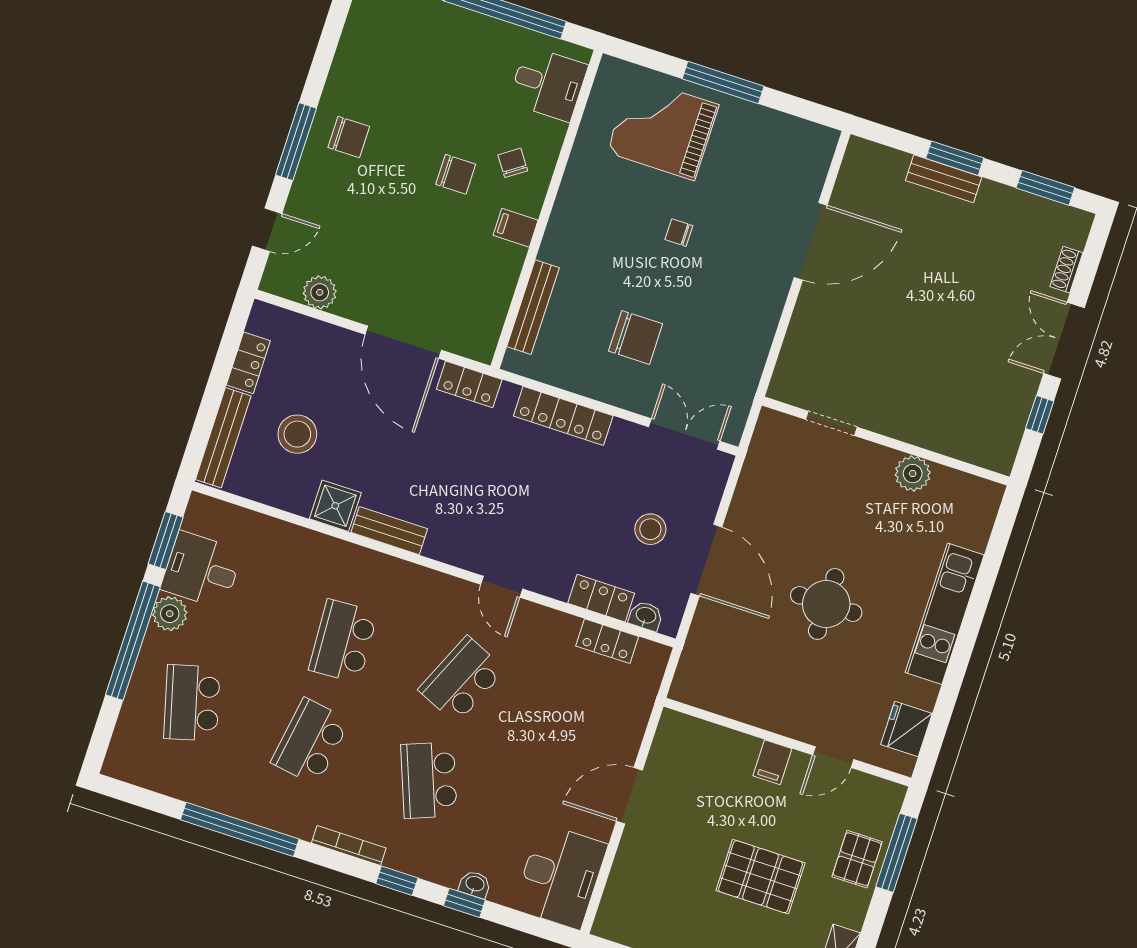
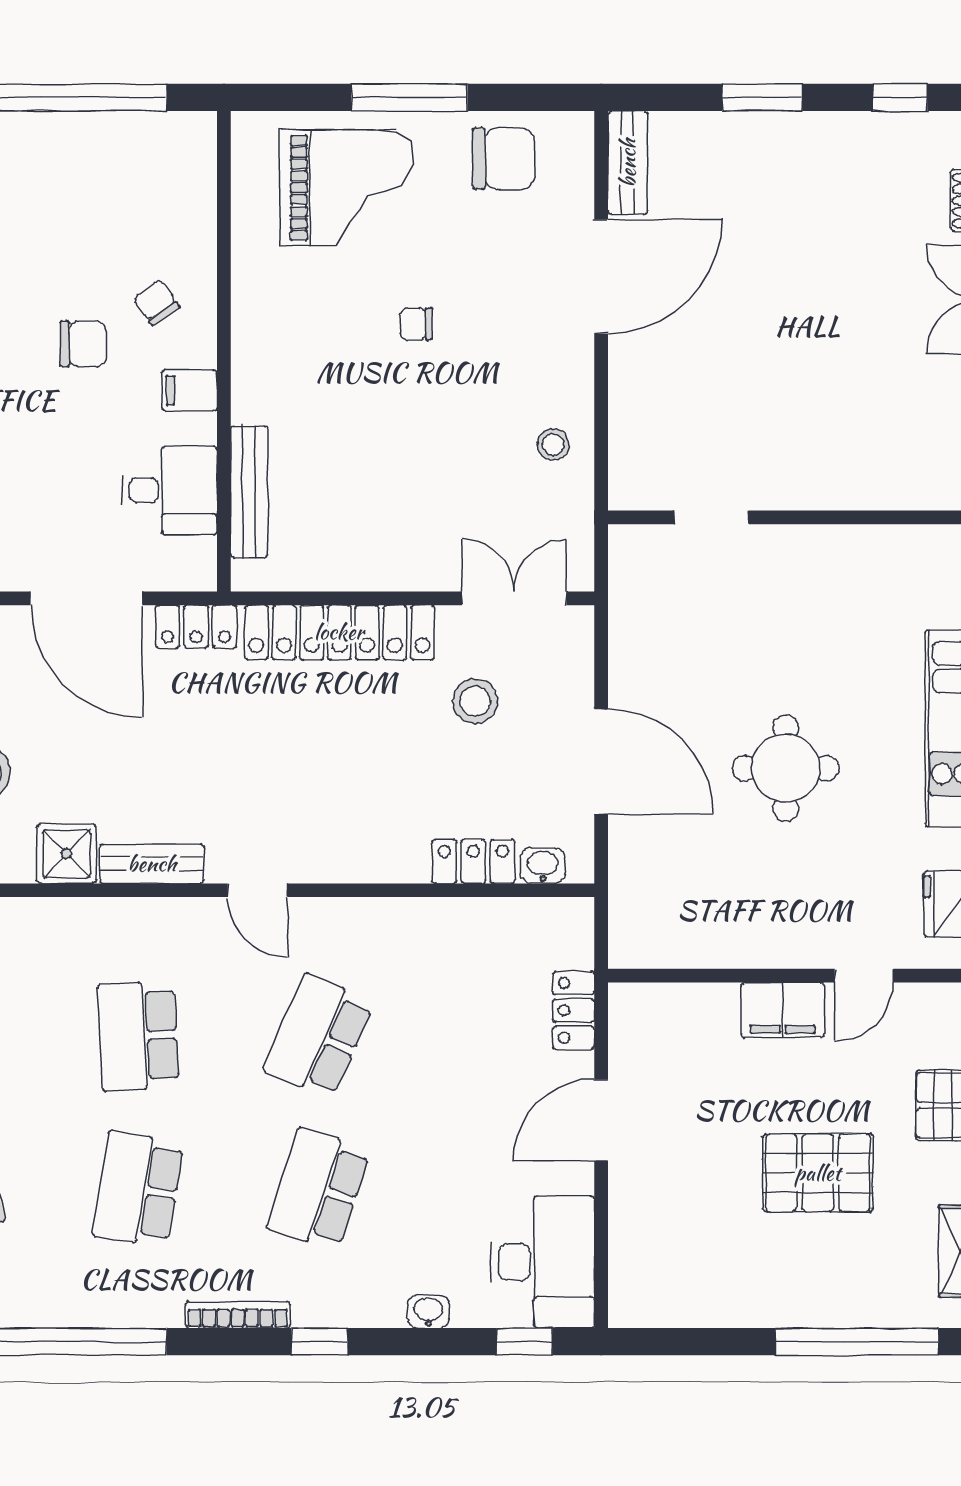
desk: (548, 84) -> (169, 490), moved
grand piano: (663, 129) -> (347, 188), turned 180
bench: (944, 179) -> (628, 163), moved, turned 90
window: (1045, 188) -> (900, 97), width x0.67
chair: (636, 337) -> (504, 159), moved
stool: (743, 341) -> (553, 444), added
locker: (563, 416) -> (339, 632), width x1.41, depth x1.21
plant: (913, 474) -> (846, 550), removed
stool: (650, 529) -> (475, 701), moved
door: (502, 587) -> (258, 890), moved
locker: (607, 641) -> (574, 1010), moved, turned 90
filing cabinet: (772, 762) -> (783, 1010), width x2.00
school desk: (429, 780) -> (318, 1189), turned 39
window: (464, 903) -> (524, 1342), moved

